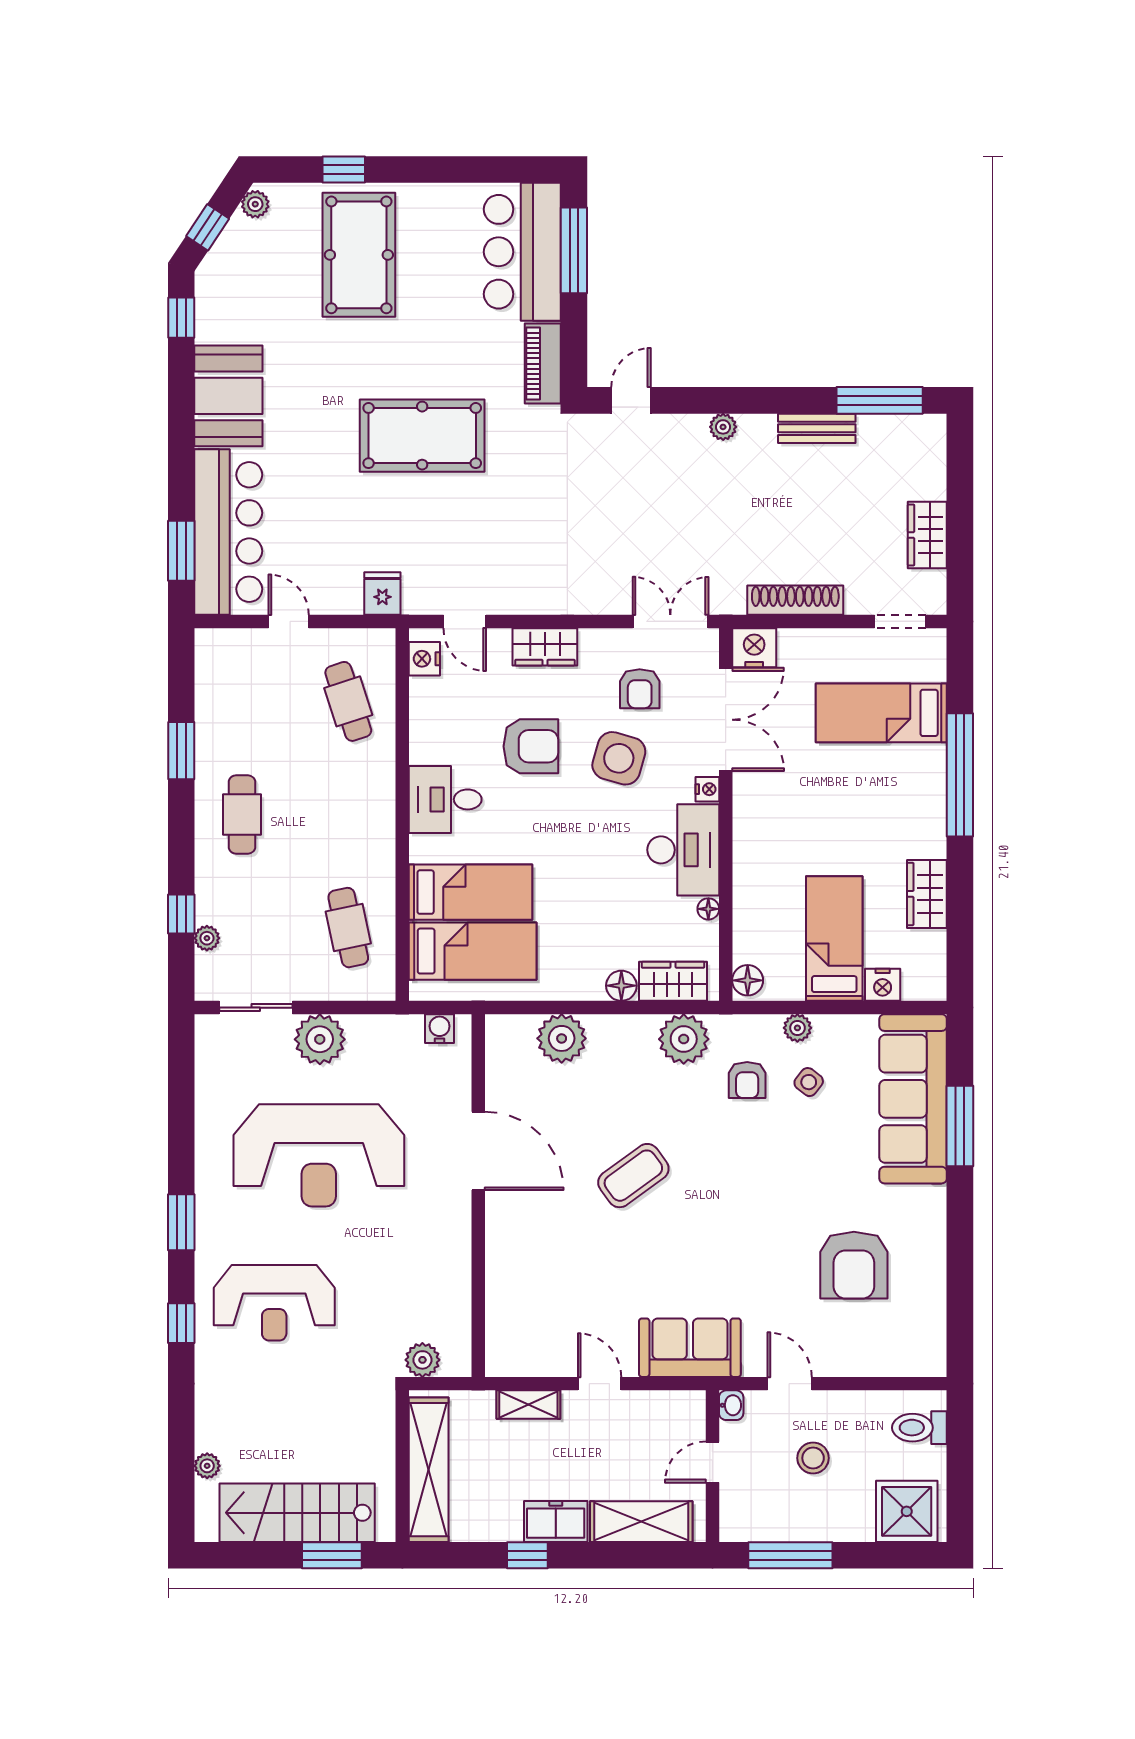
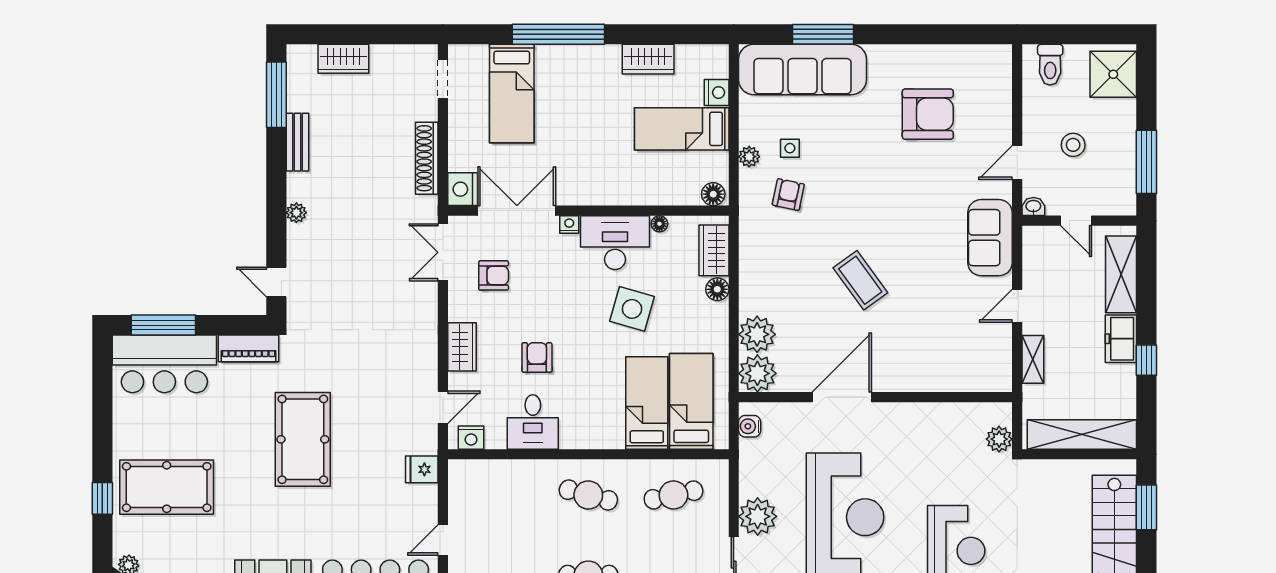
wardrobe: (927, 535) -> (343, 59), moved
cafe table: (348, 701) -> (588, 495), moved, turned 33
armchair: (531, 746) -> (537, 357), width x0.72, depth x0.72
side table: (619, 758) -> (632, 309), moved
desk: (445, 799) -> (533, 422), moved
plant: (684, 1039) -> (757, 373), moved
armchair: (747, 1080) -> (788, 195), turned -78
side table: (809, 1082) -> (790, 148), turned -38

